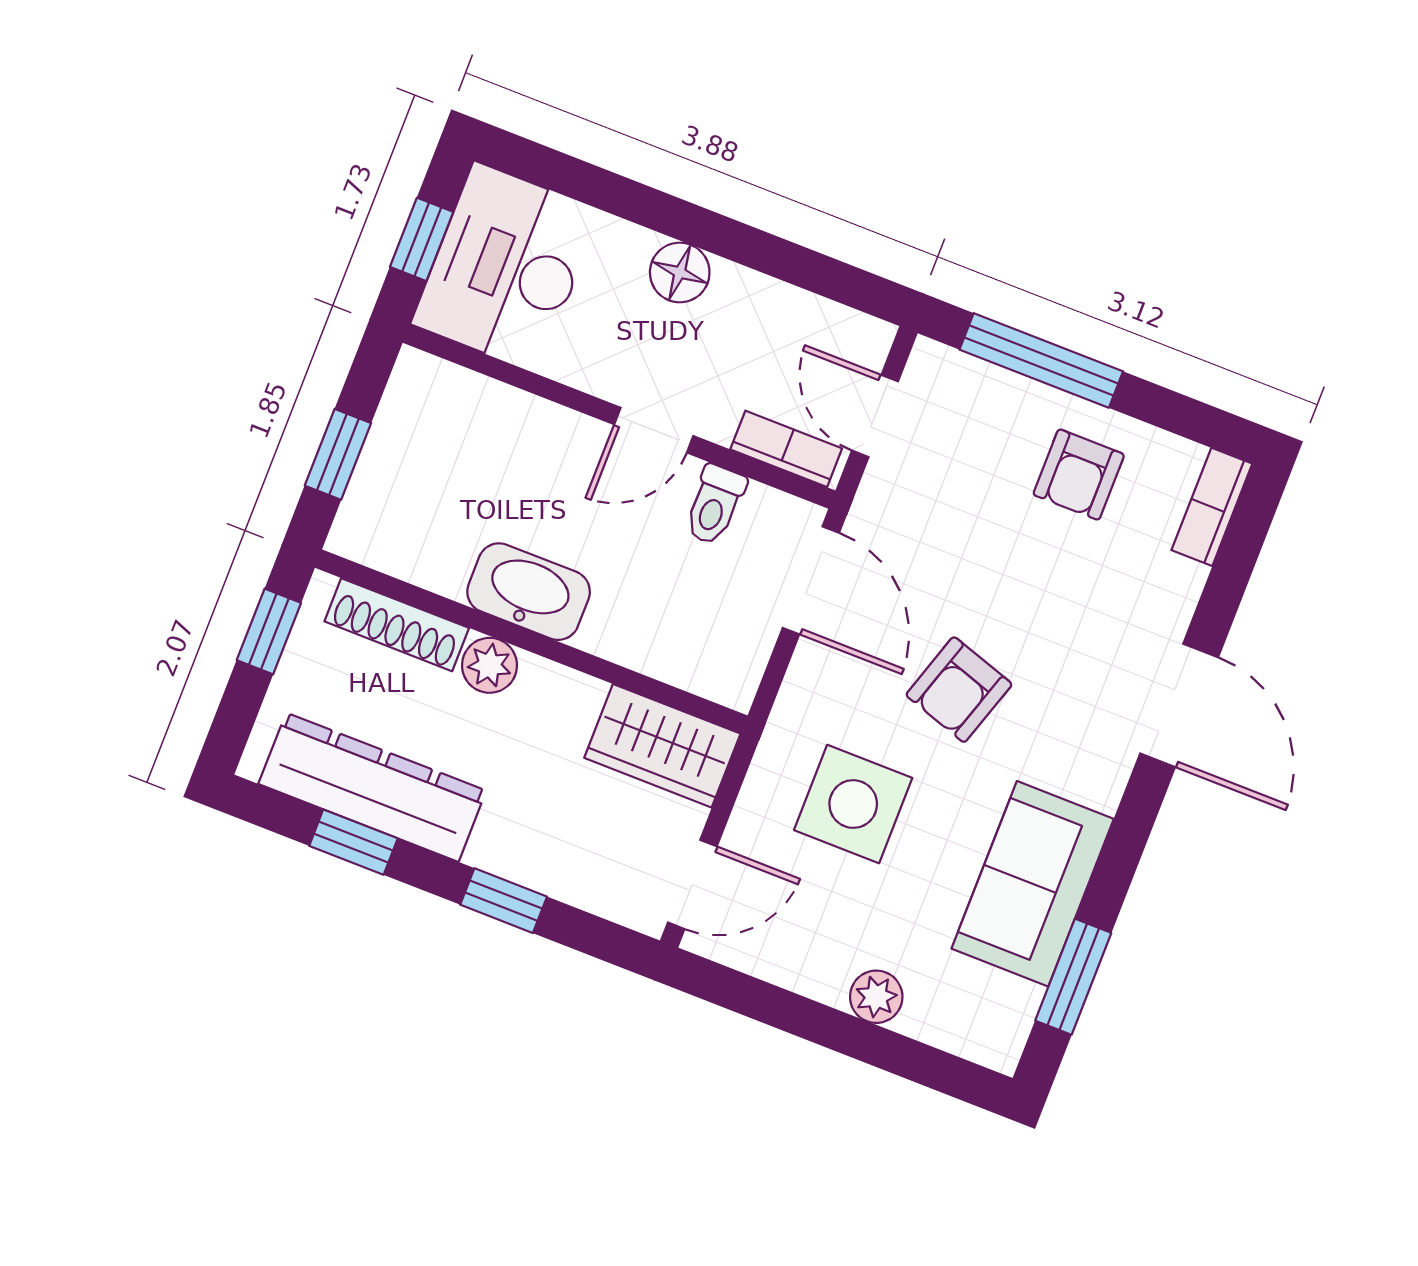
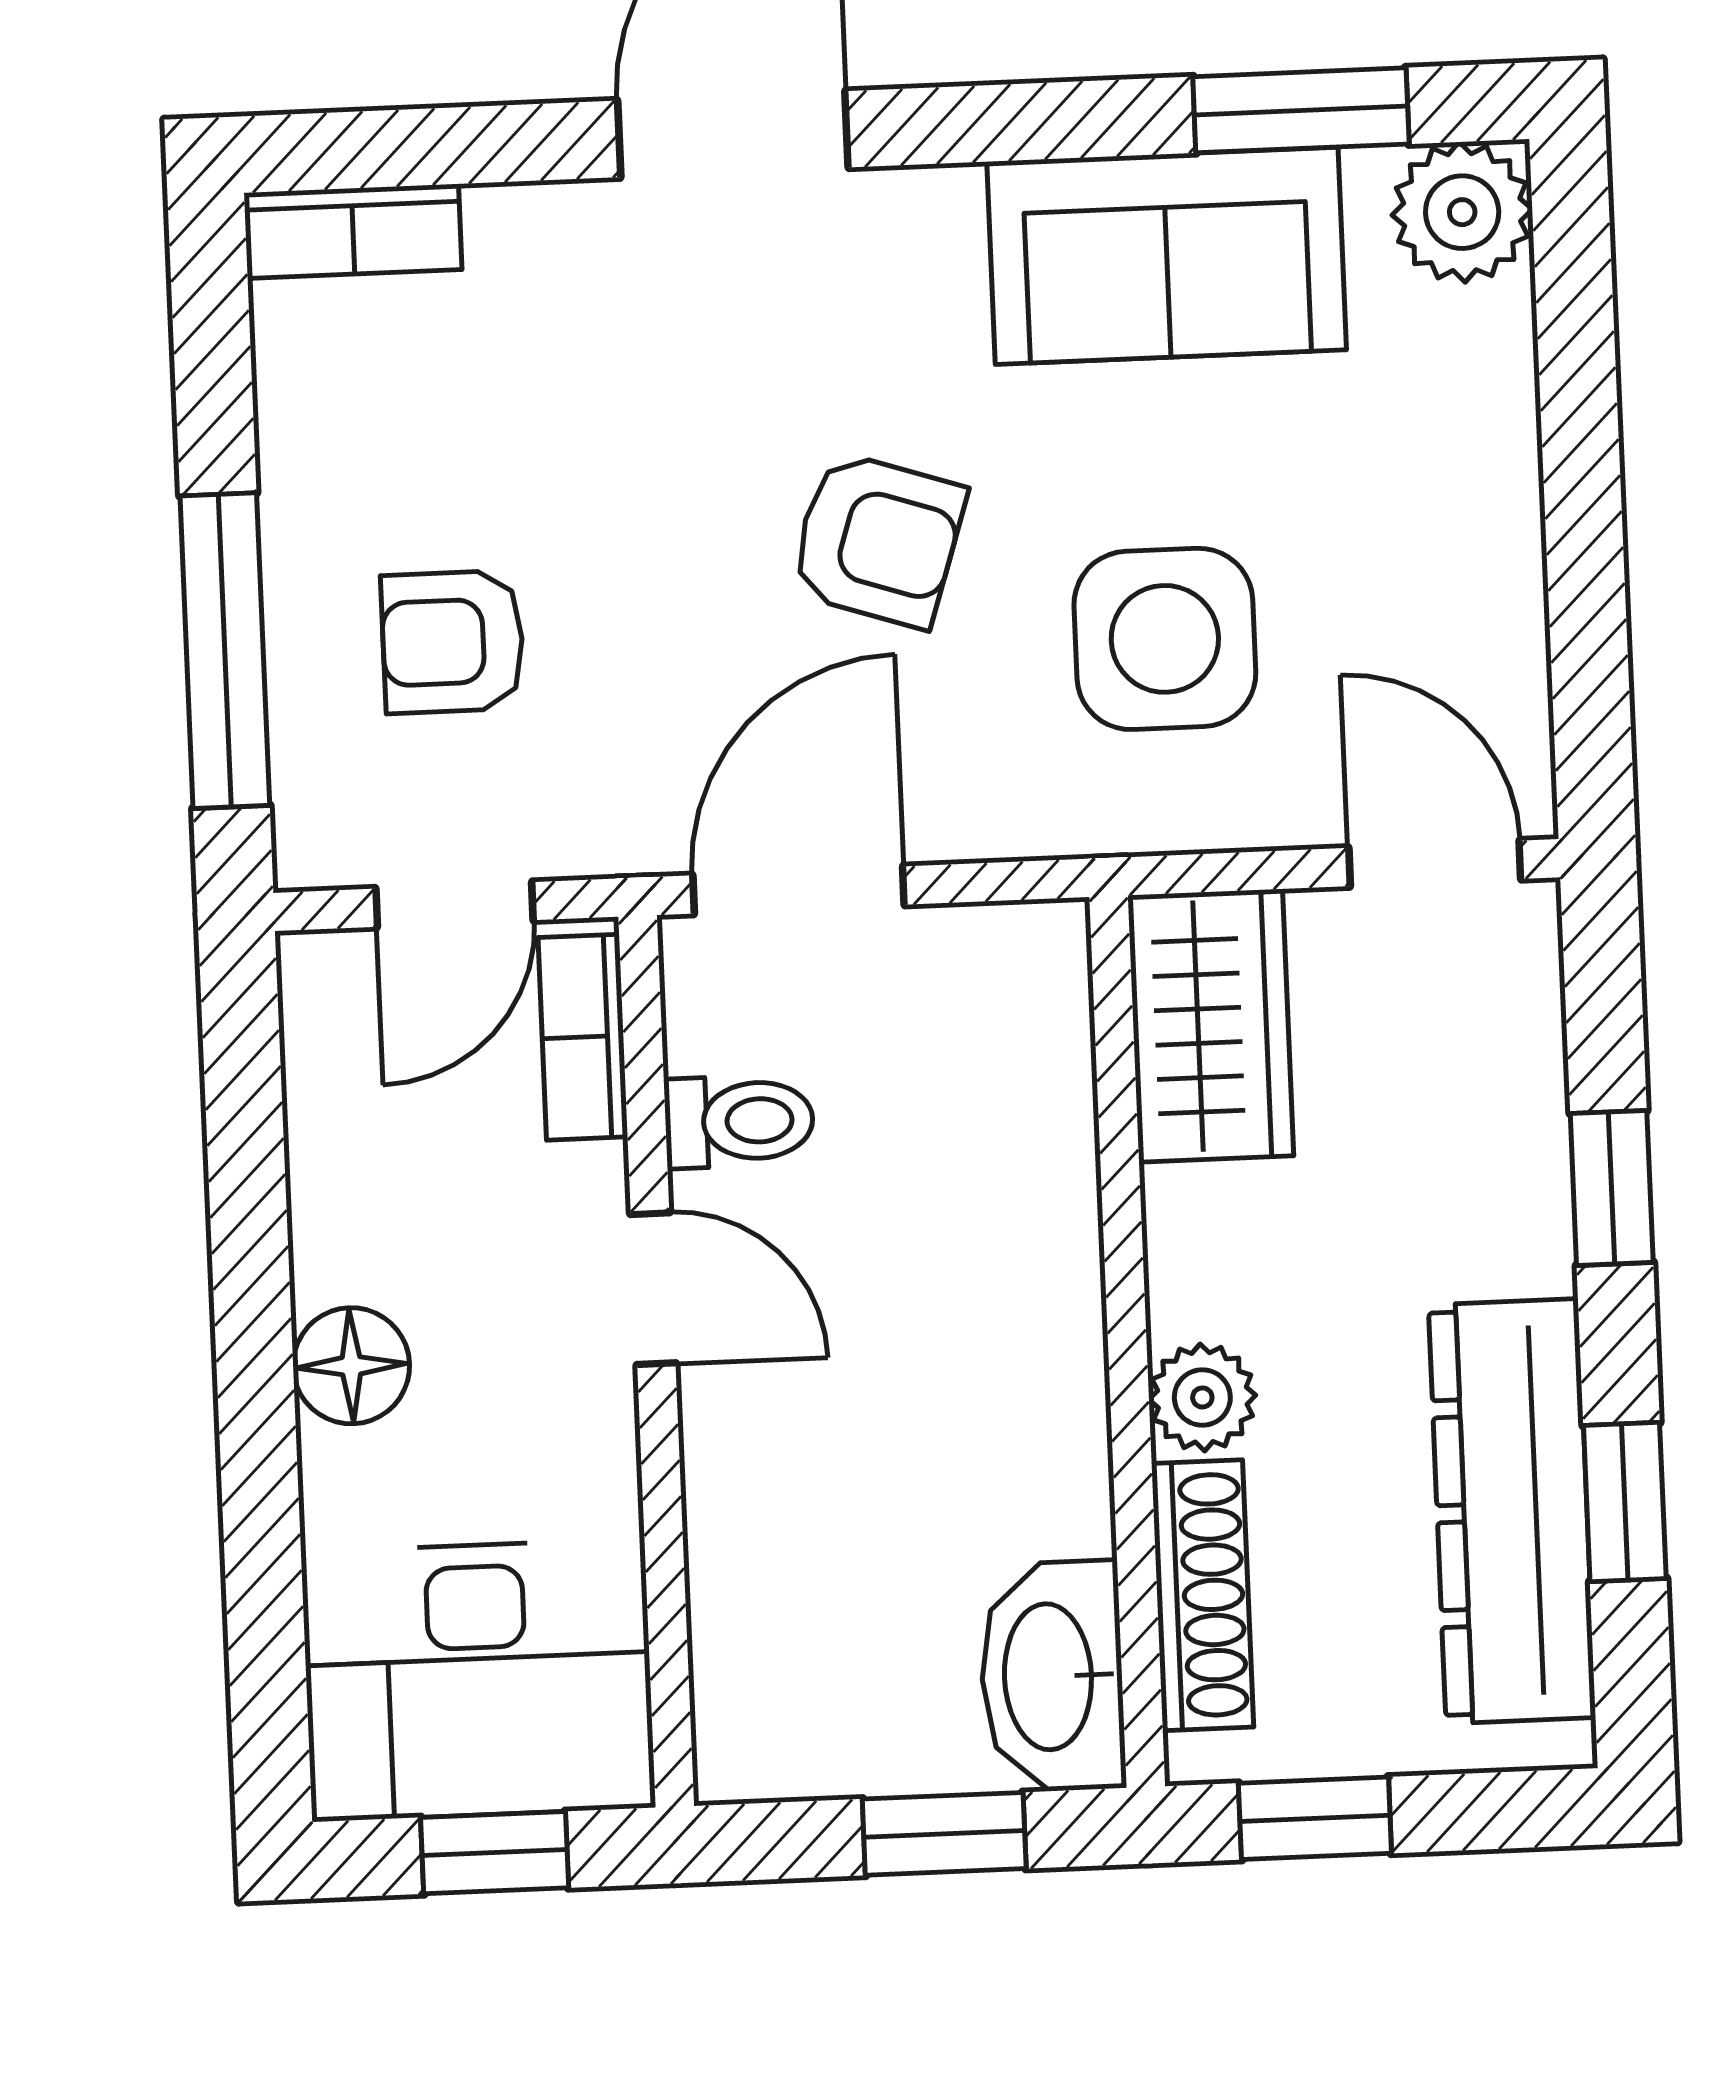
armchair: (1079, 475) -> (453, 642), moved, turned 180
washbasin: (529, 592) -> (1052, 1677), moved
plant: (876, 997) -> (1462, 212), moved, width x1.38, depth x1.38

